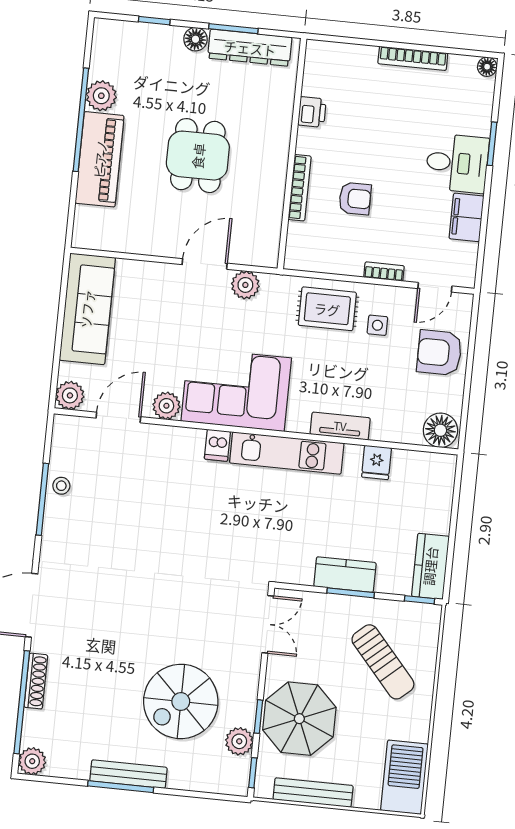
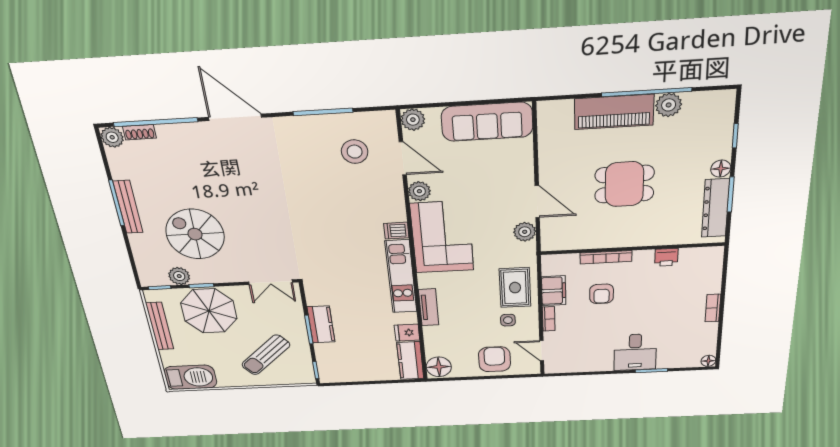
bookcase: (413, 58) -> (713, 308), width x0.64
filing cabinet: (466, 217) -> (554, 291), moved, turned 90
stool: (61, 486) -> (355, 152), moved, width x1.89, depth x1.89
kitchen counter: (430, 566) -> (410, 361), moved, turned -90
shoe rack: (36, 681) -> (139, 132), moved, width x0.70

